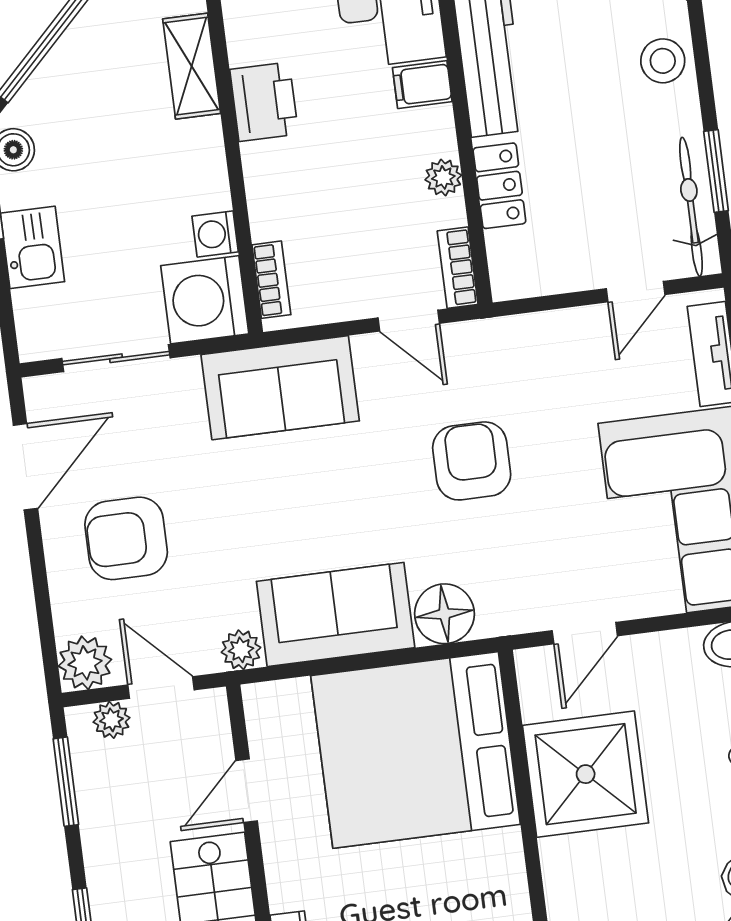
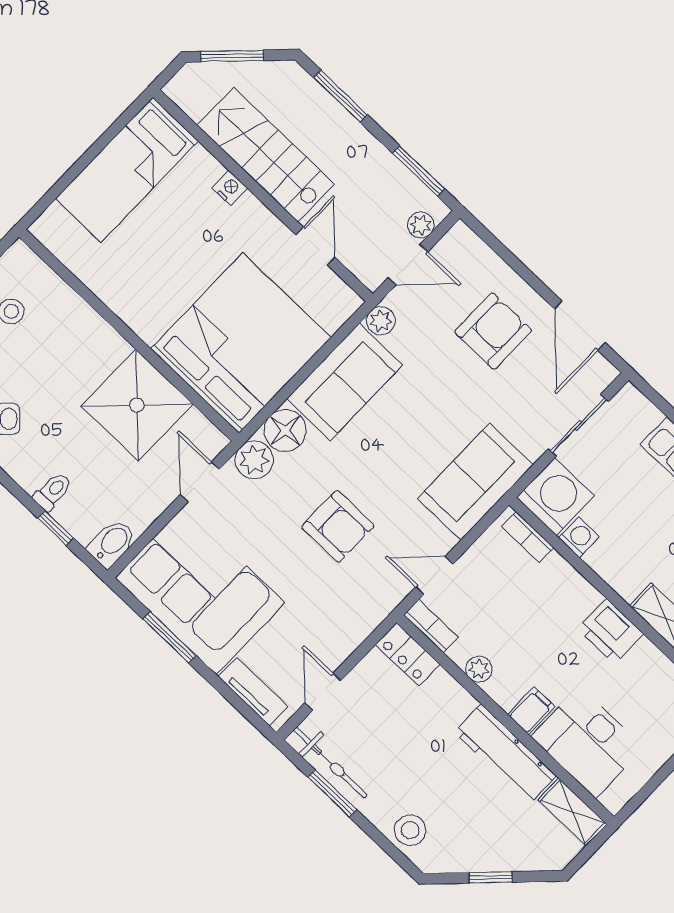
locker: (499, 186) -> (408, 654), moved
plant: (85, 663) -> (254, 460), moved

